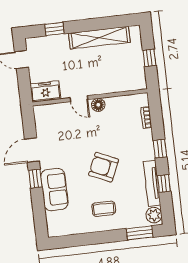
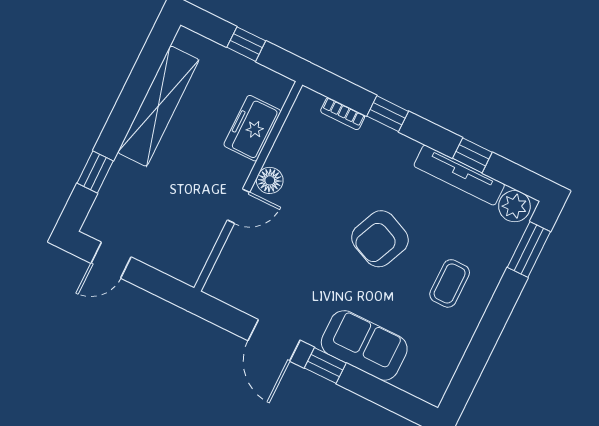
freezer: (45, 91) -> (252, 128), moved
window: (160, 149) -> (388, 114), moved

